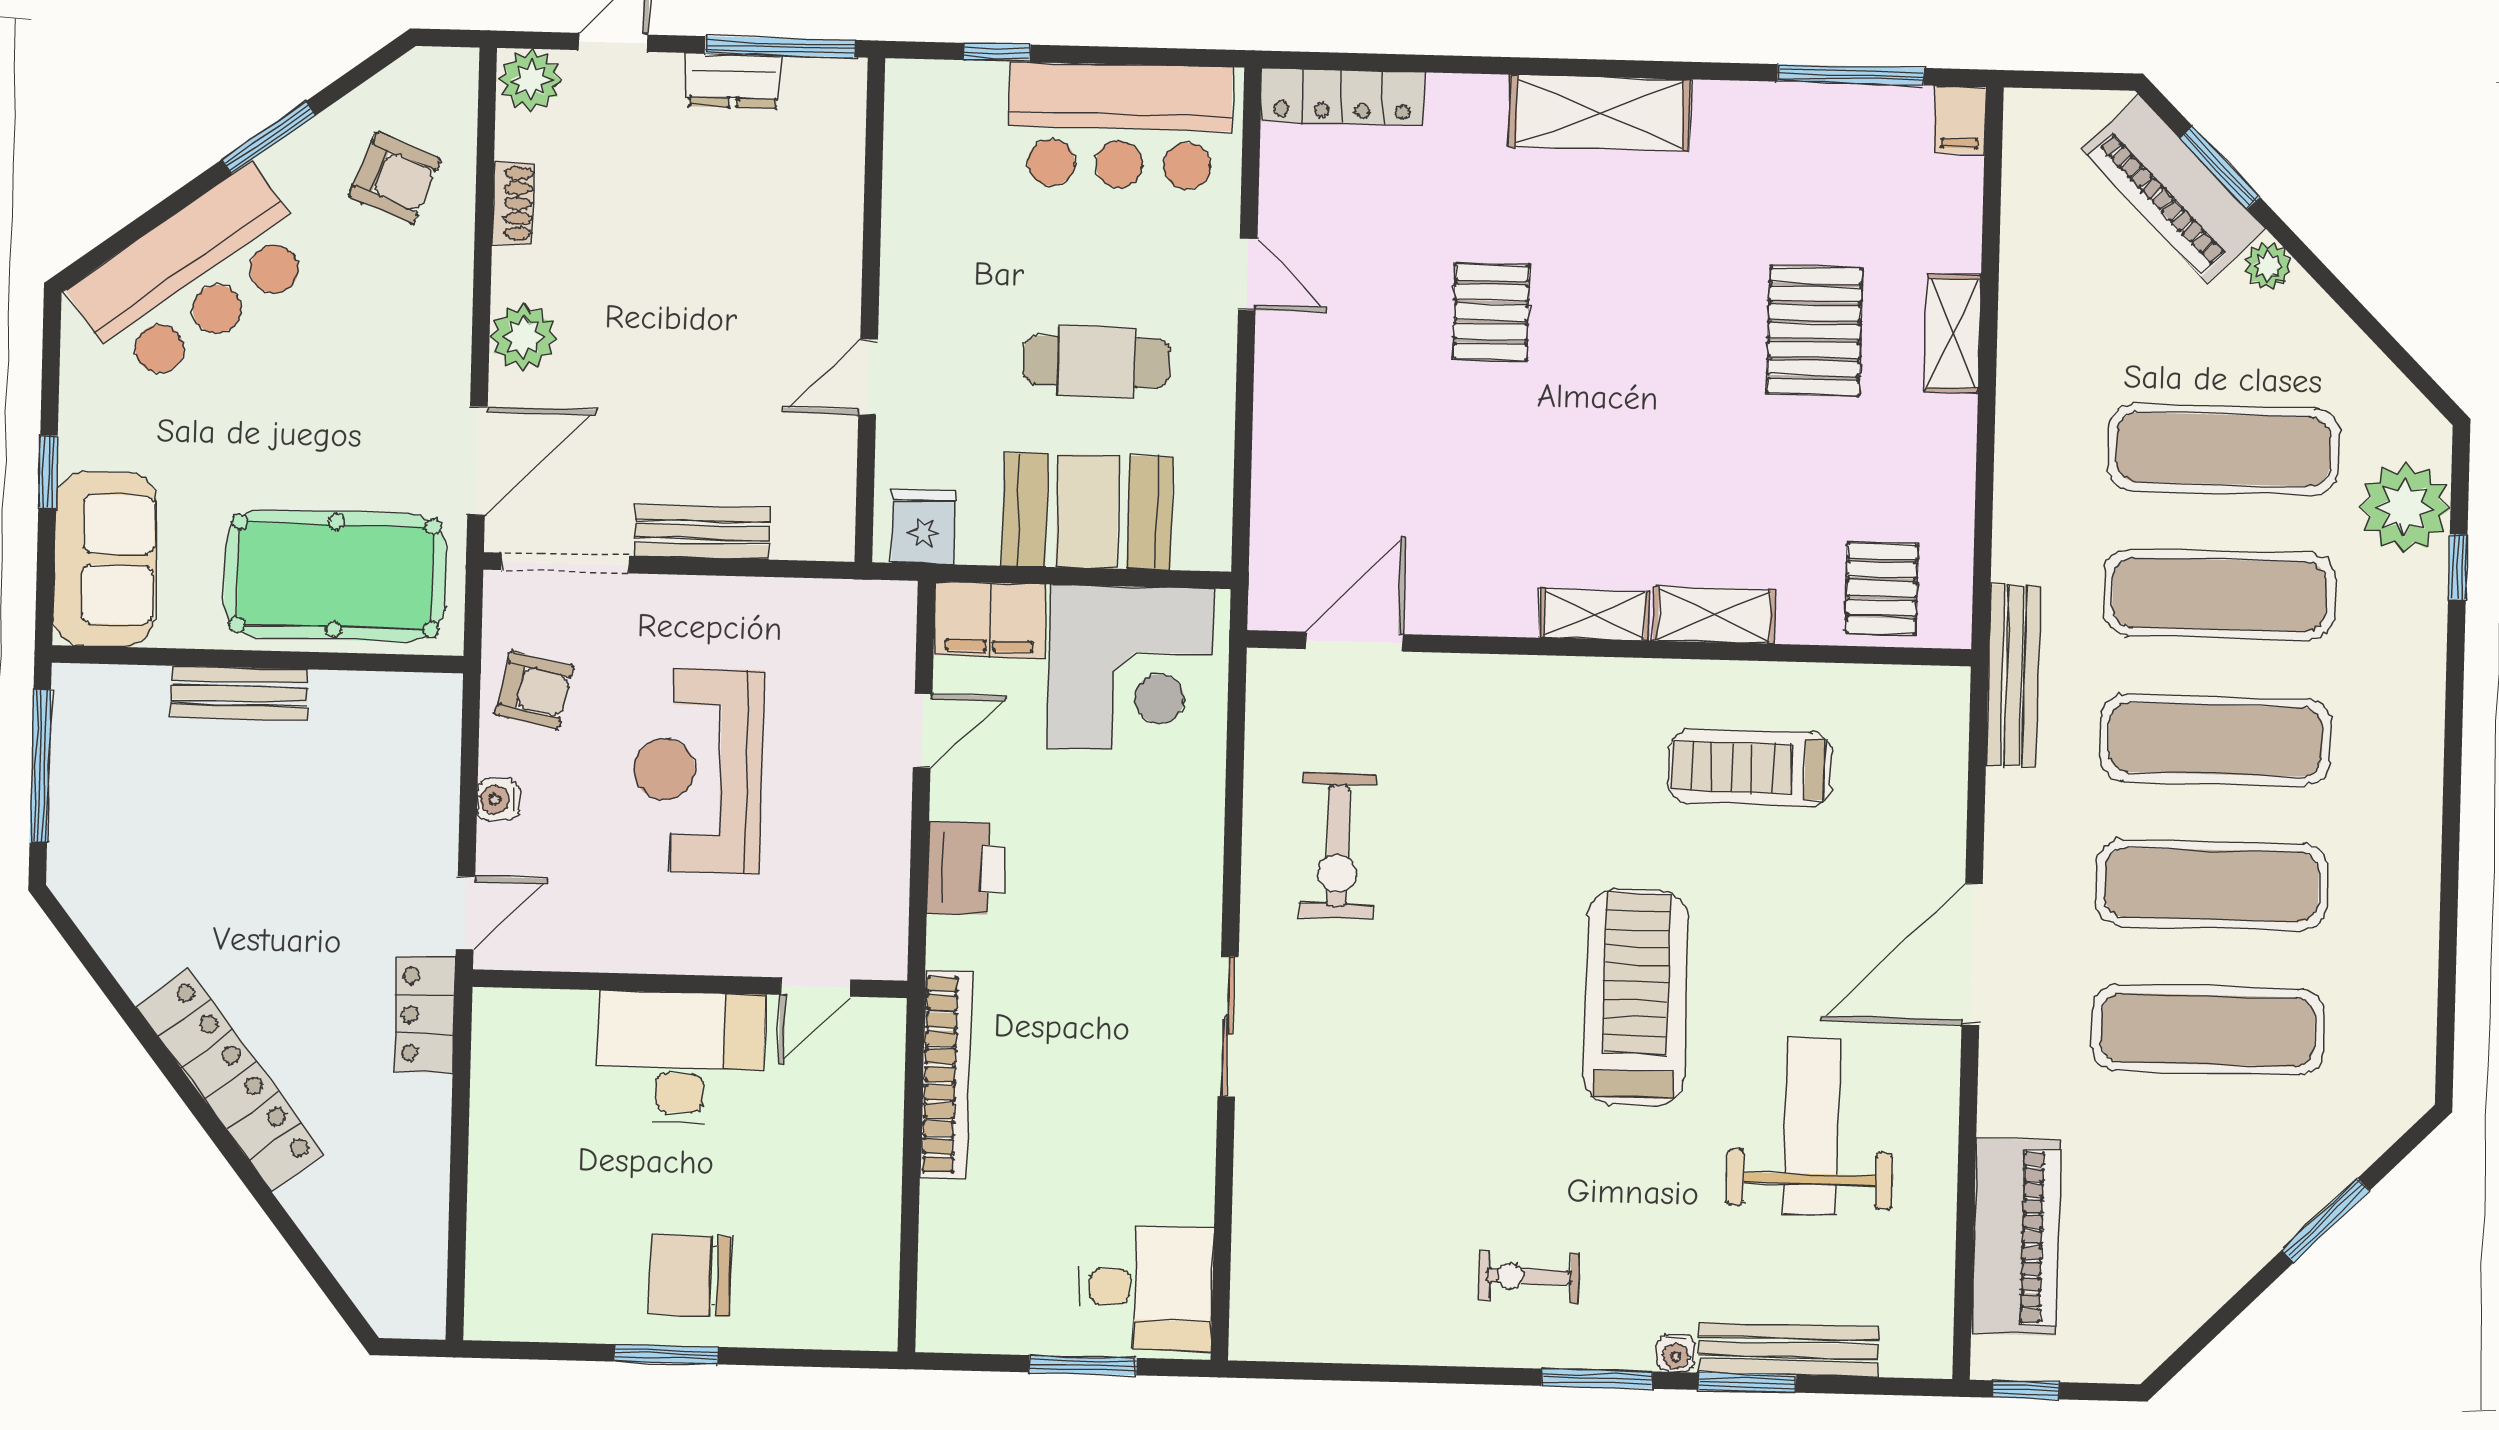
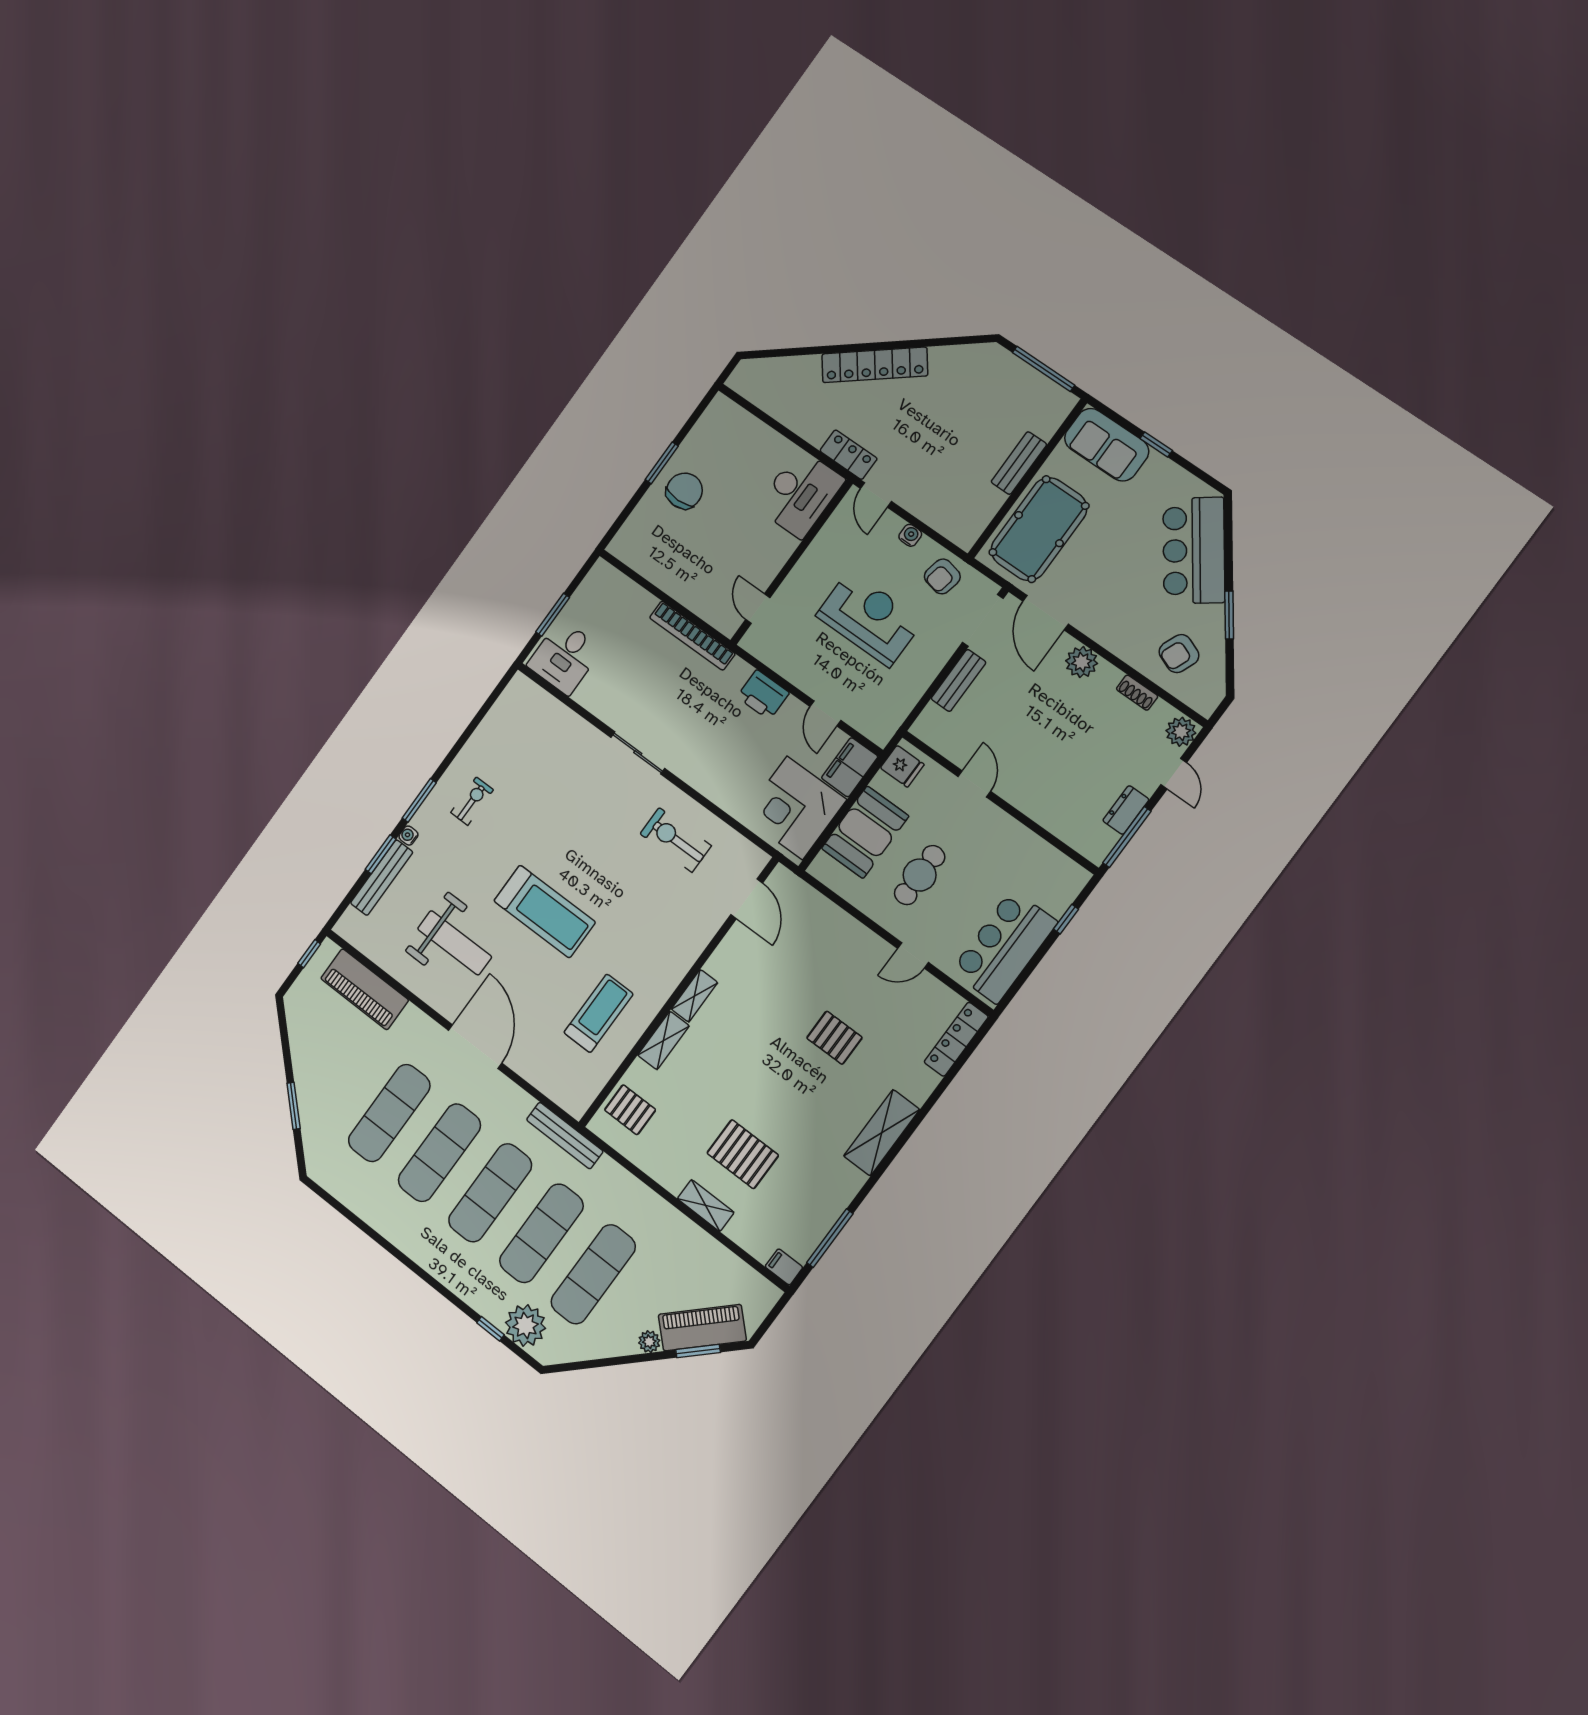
desk: (680, 1058) -> (800, 494), moved

